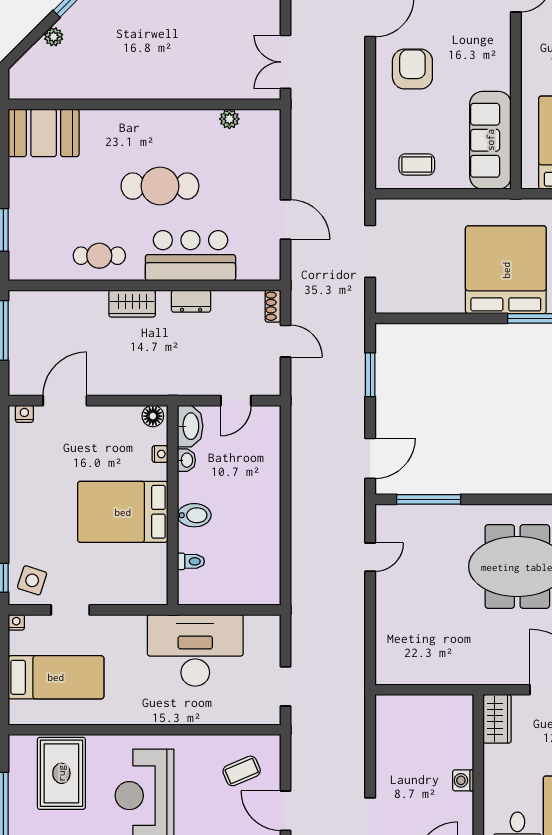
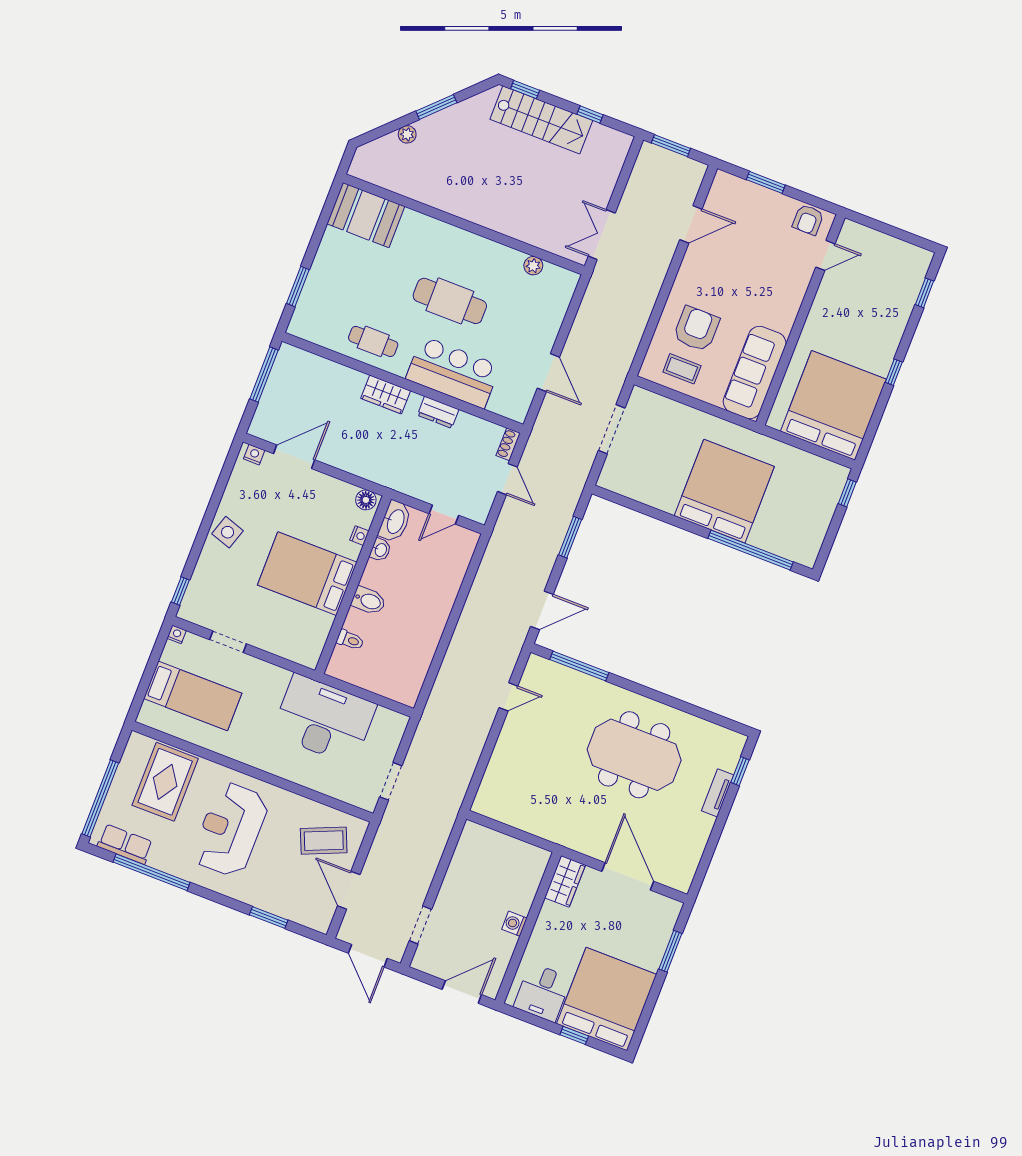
armchair: (412, 69) -> (696, 329), moved
side table: (32, 580) -> (228, 532), moved
coffee table: (242, 771) -> (324, 841), width x1.36, depth x1.30

